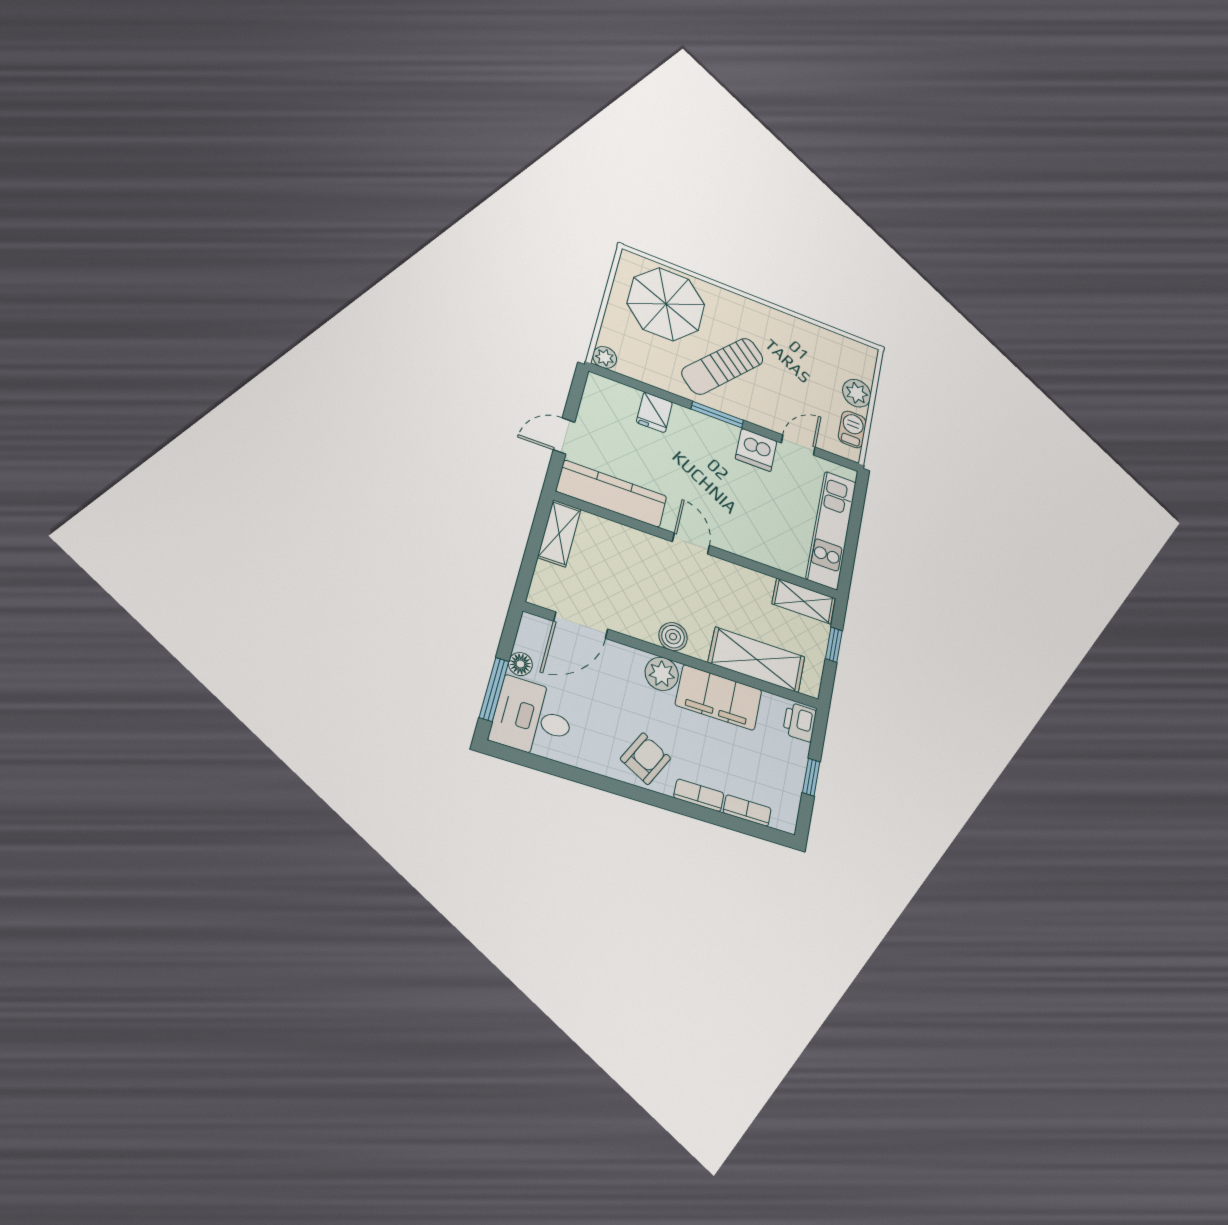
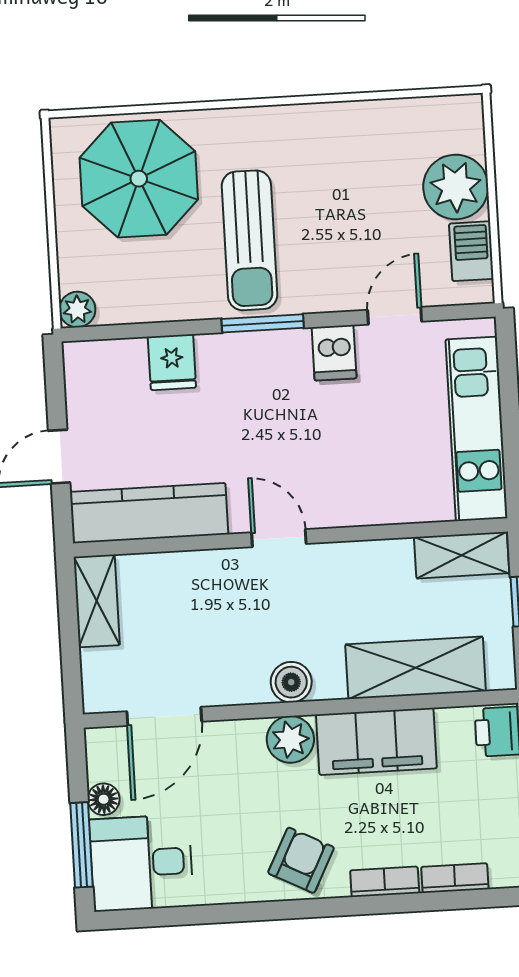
sun lounger: (723, 366) -> (249, 240), turned -42
plant: (857, 393) -> (456, 187), width x1.36, depth x1.36
dishwasher: (756, 450) -> (334, 353), width x0.73

